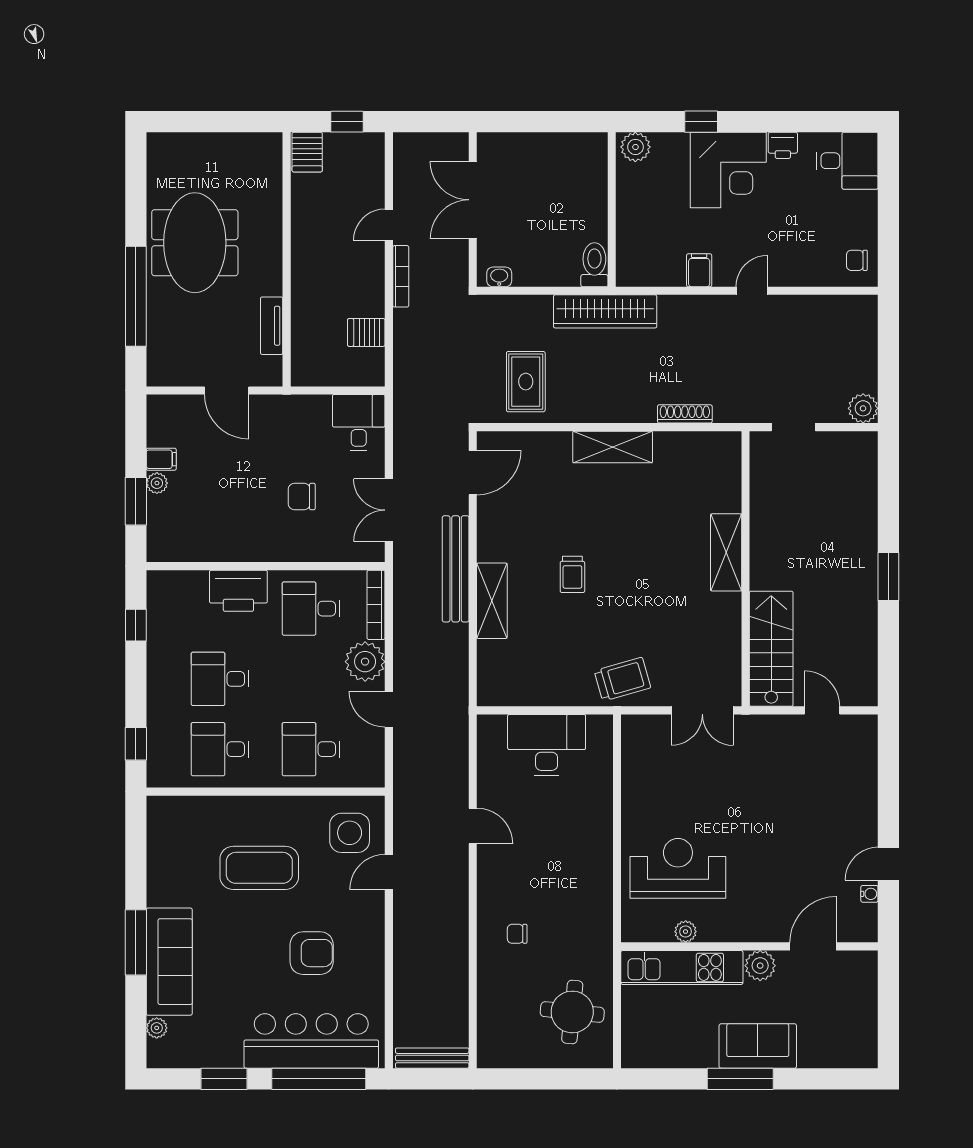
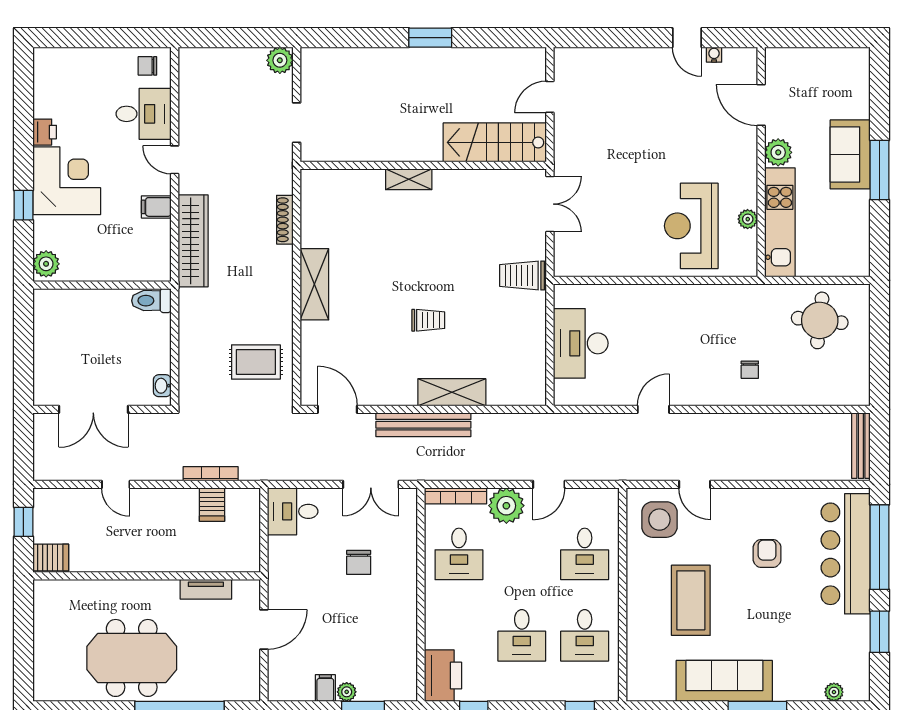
desk: (847, 161) -> (144, 114), moved, turned 90
chair: (857, 260) -> (147, 66), turned 90
bookcase: (401, 276) -> (211, 474), moved
wardrobe: (605, 311) -> (193, 241), moved
shelving: (726, 552) -> (409, 179), width x0.67, depth x0.75
printer: (238, 591) -> (443, 676), moved
trolley: (622, 679) -> (522, 276), turned -74
armchair: (312, 953) -> (767, 553), width x0.72, depth x0.72
sofa: (169, 962) -> (724, 681), moved

